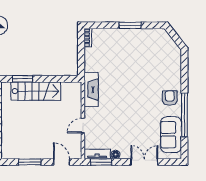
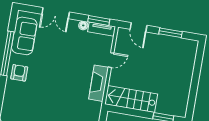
fireplace: (91, 90) -> (99, 83), moved
stairs: (36, 91) -> (131, 99), moved
armchair: (170, 98) -> (19, 73), turned 180

